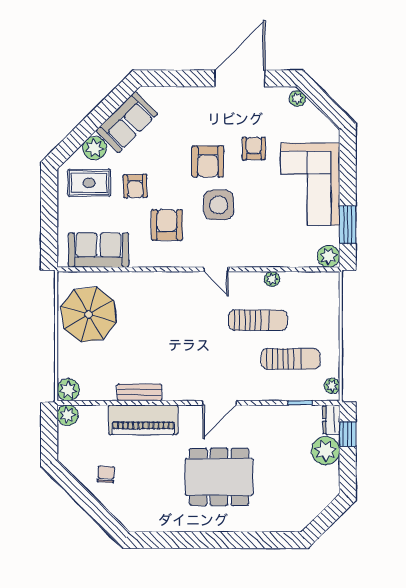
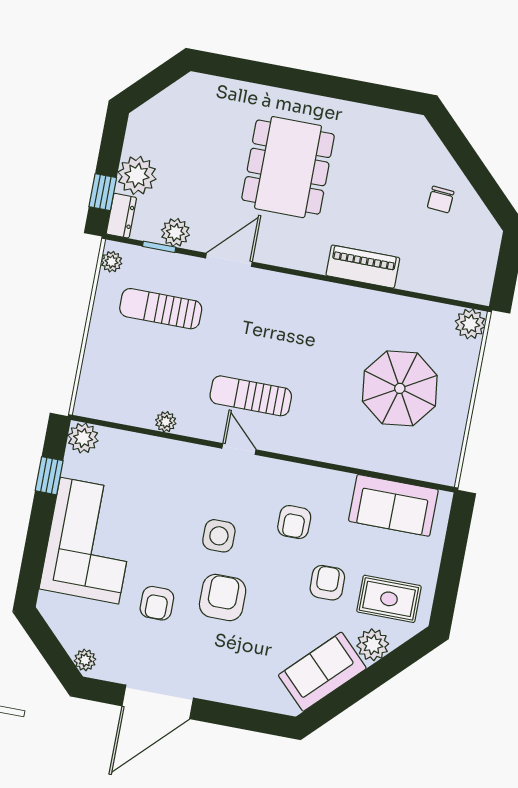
side table: (219, 205) -> (219, 536), width x0.73, depth x0.73
armchair: (167, 225) -> (294, 522), width x0.72, depth x0.72
window: (348, 225) -> (49, 476), width x0.67
parasol: (89, 315) -> (400, 388), moved
sun lounger: (258, 320) -> (251, 396), moved
bench: (139, 392) -> (374, 302), removed
door: (220, 403) -> (229, 260), moved
plant: (68, 415) -> (175, 232), moved
piano: (143, 420) -> (363, 267), width x0.73, depth x0.75
dining table: (219, 477) -> (288, 167), turned 90

